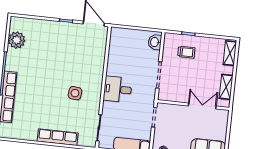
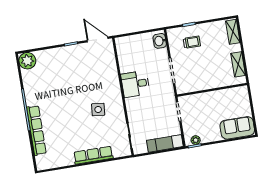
plant: (17, 40) -> (27, 61), moved
desk: (118, 89) -> (135, 84), moved
double door: (202, 106) -> (221, 88), removed

